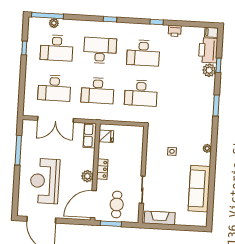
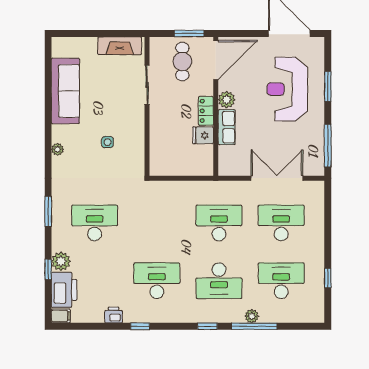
window: (47, 16) -> (254, 326), moved
plant: (54, 23) -> (252, 316), moved
desk: (141, 93) -> (95, 223), moved
row of seats: (90, 135) -> (227, 127), moved
fridge: (106, 136) -> (203, 135), moved
window: (18, 150) -> (328, 146), moved
window: (17, 181) -> (328, 86), added
reception desk: (45, 181) -> (287, 89), turned 180

